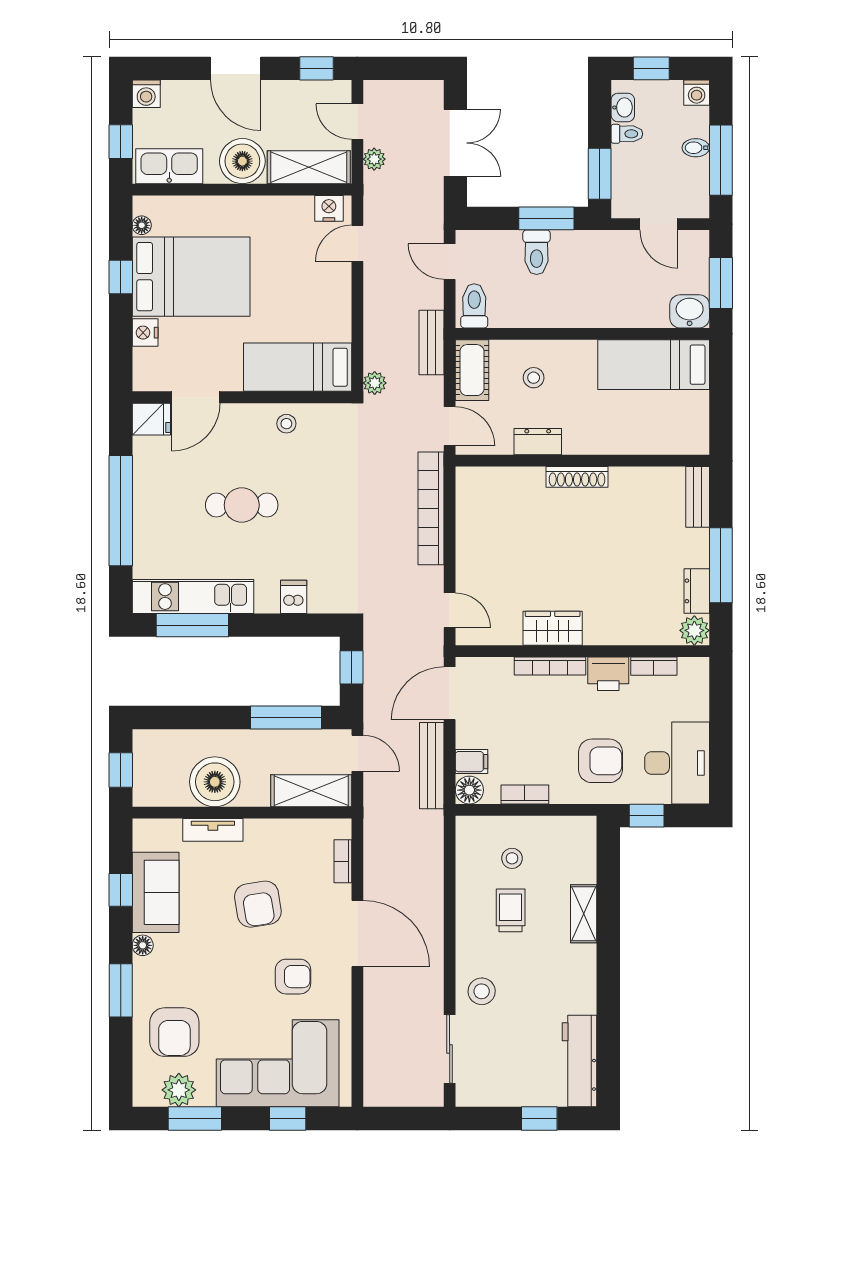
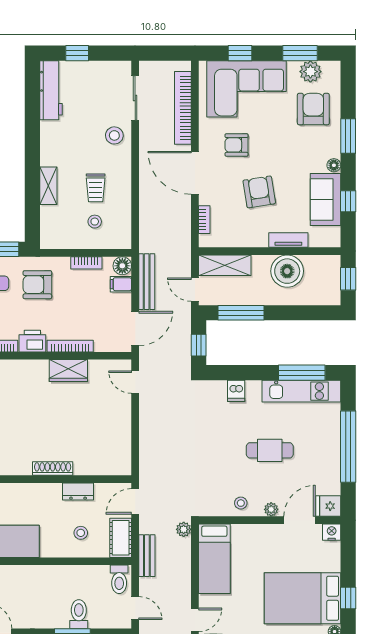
nightstand: (145, 333) -> (332, 532), moved, turned -90
bed: (298, 367) -> (214, 559), moved, turned 90
plant: (240, 414) -> (271, 509), added
door: (450, 426) -> (135, 501), hinge flipped
bookcase: (431, 508) -> (183, 108), moved, turned 180

